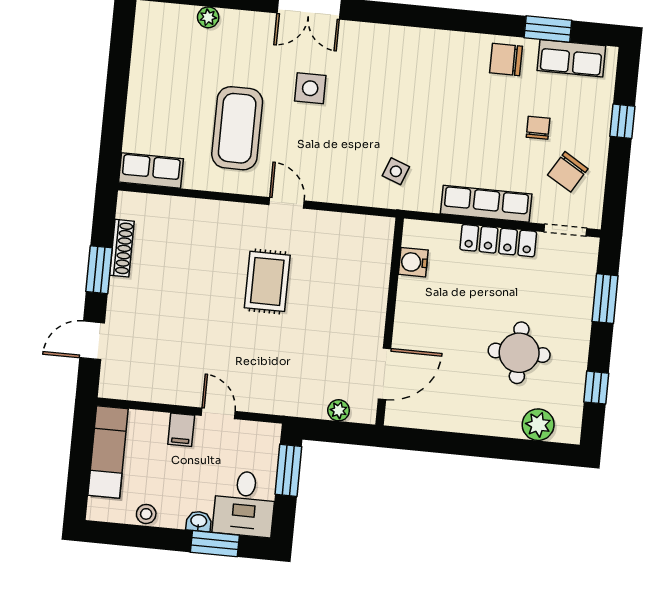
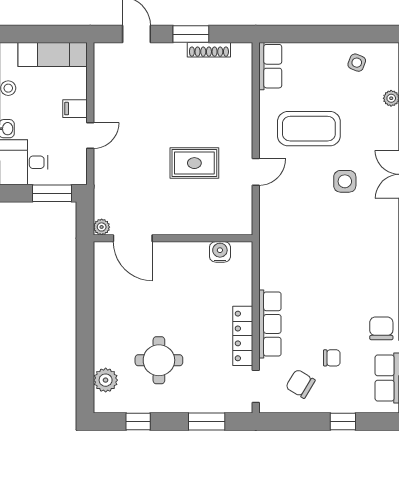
side table: (396, 171) -> (357, 63), moved
water cooler: (413, 262) -> (220, 252), moved
wall: (390, 322) -> (173, 238), moved
door: (384, 374) -> (133, 238), moved

